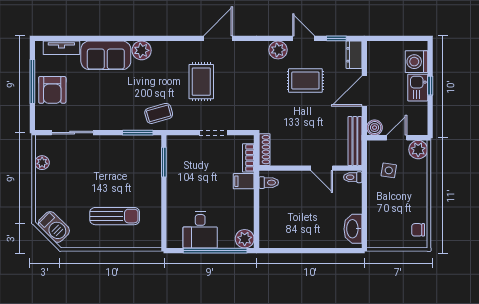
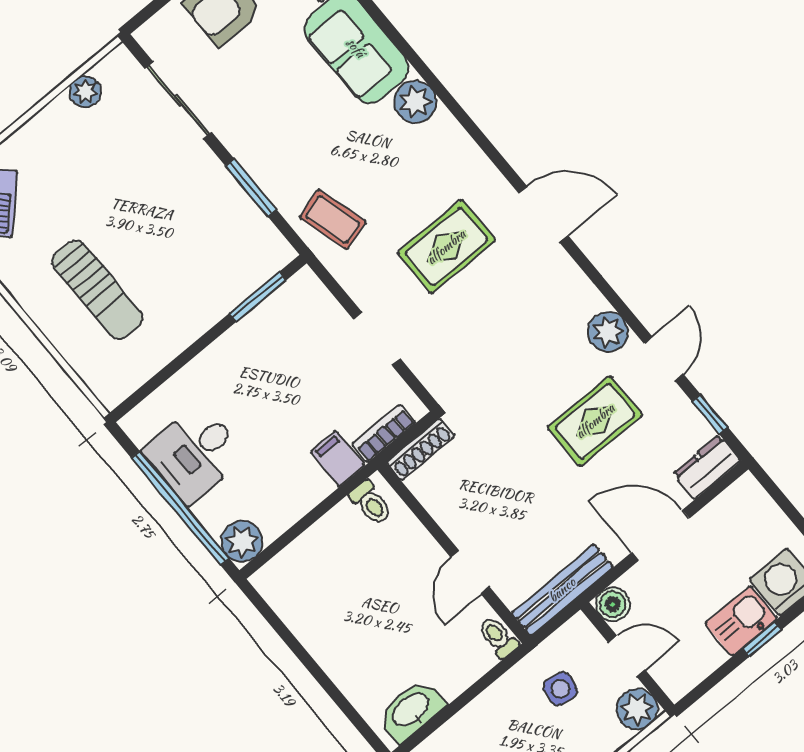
rug: (305, 80) -> (595, 421), turned 90
window: (138, 133) -> (251, 188), moved

